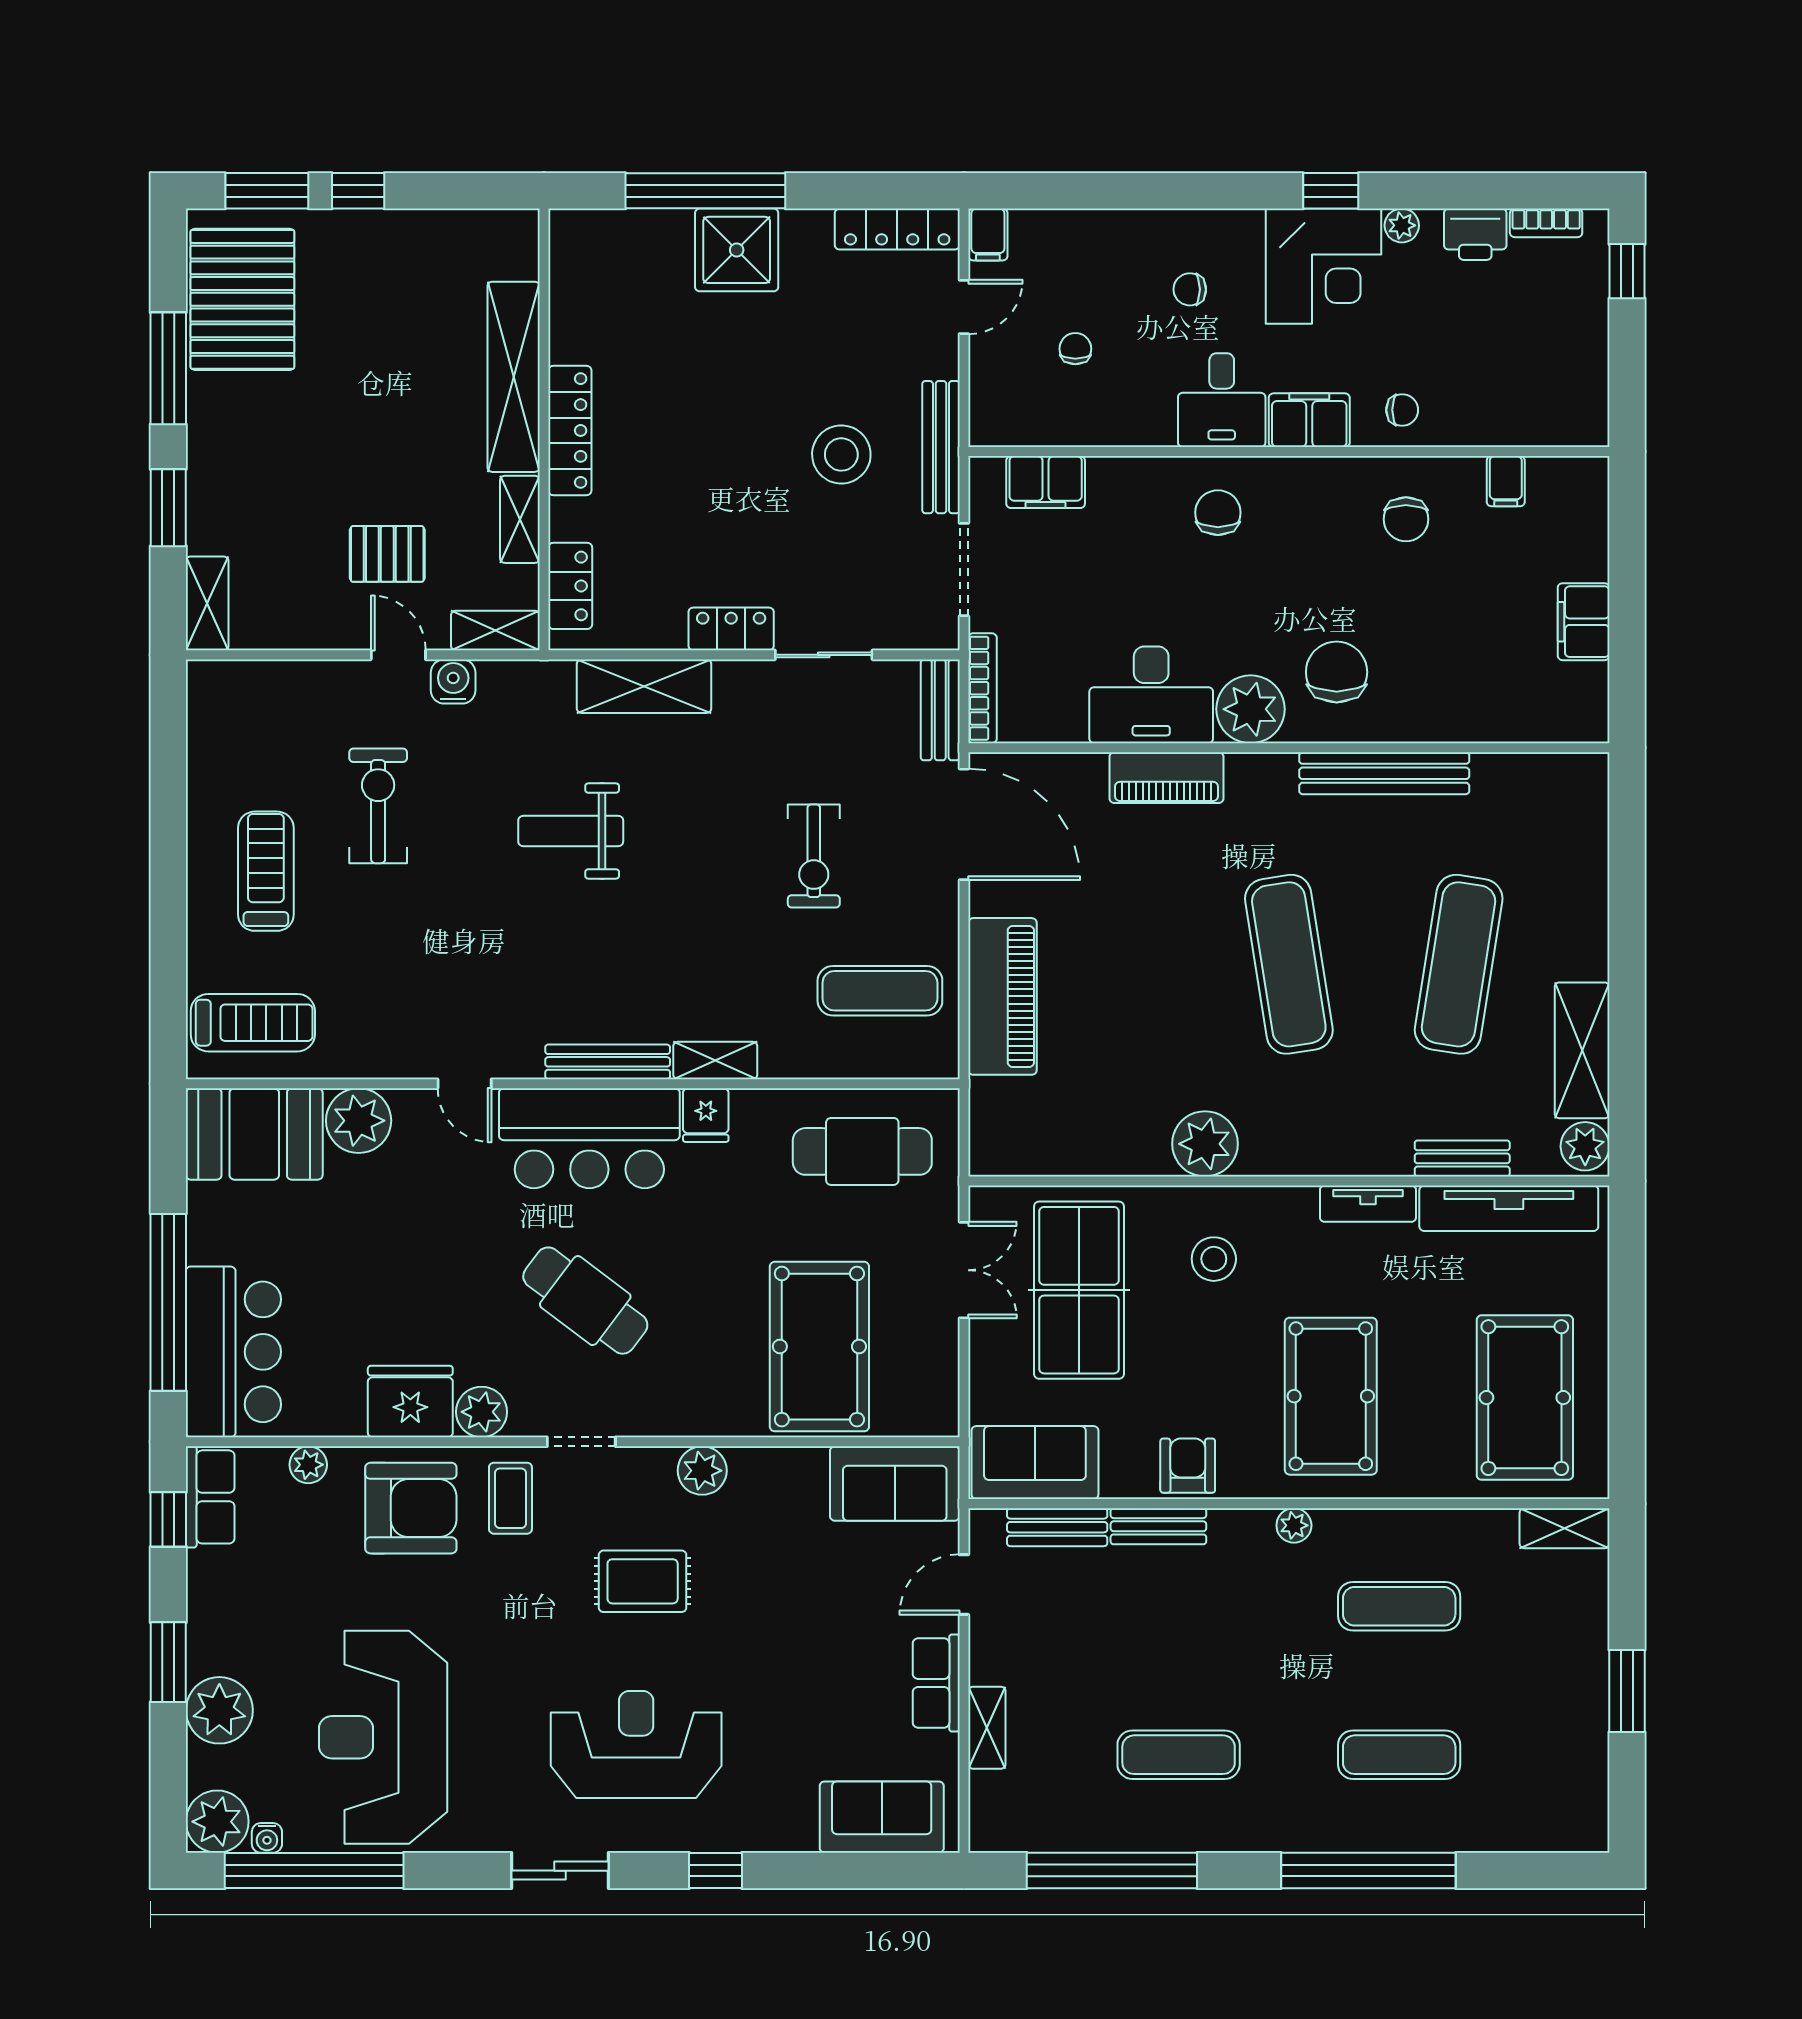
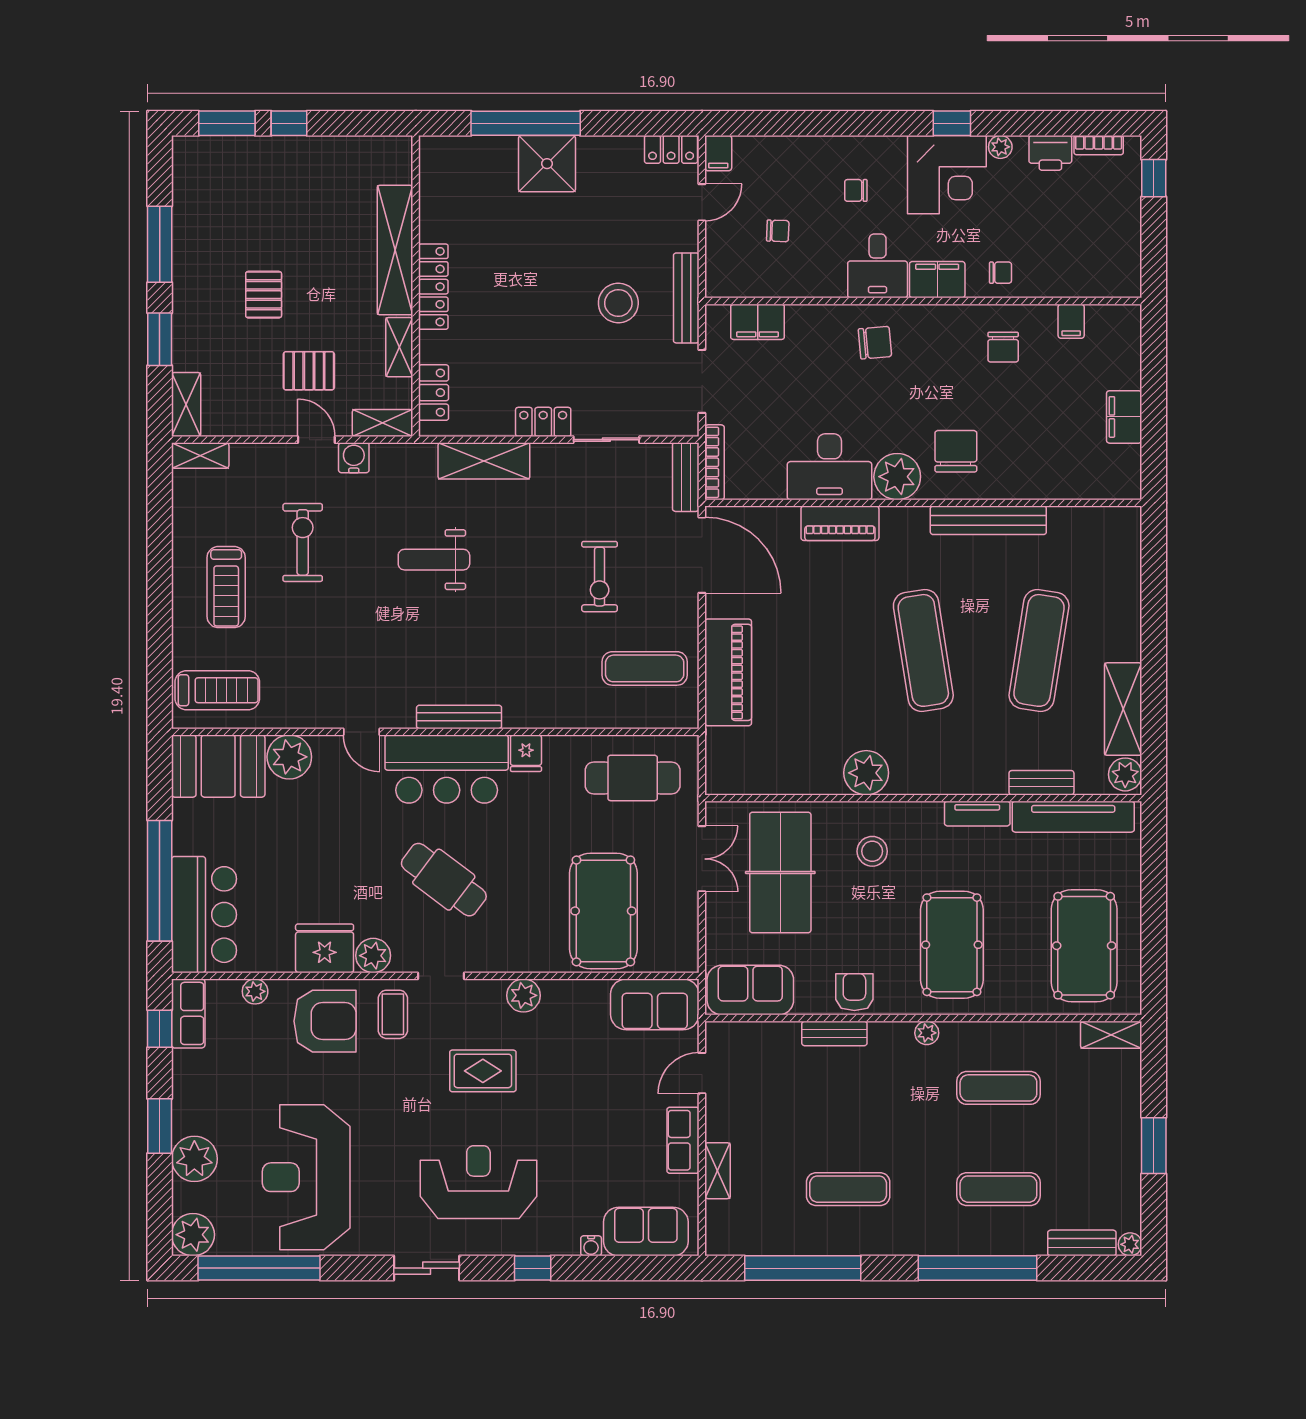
locker: (897, 229) -> (671, 149), width x0.66
pallet: (242, 299) -> (264, 295), moved, width x0.49, depth x0.50
chair: (1075, 349) -> (778, 231), turned 92
chair: (1218, 513) -> (875, 343), turned 85
treadmill: (266, 871) -> (226, 587), turned 180
shelving: (715, 1060) -> (200, 455), moved
bench: (1057, 1527) -> (1082, 1243), moved
plant: (1592, 1836) -> (1130, 1244), added
water cooler: (267, 1838) -> (591, 1246), moved

